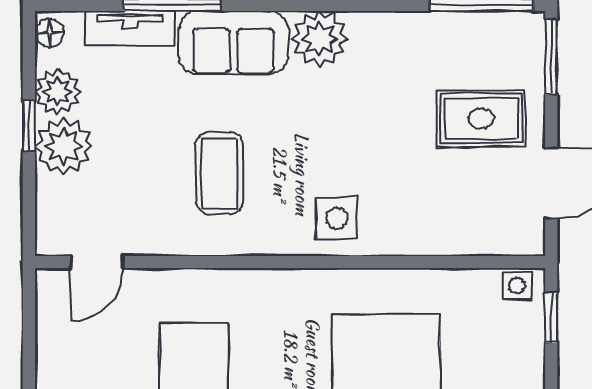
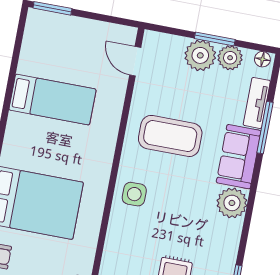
window: (29, 126) -> (215, 39), width x1.50
coffee table: (219, 173) -> (170, 136), width x1.36, depth x1.32

